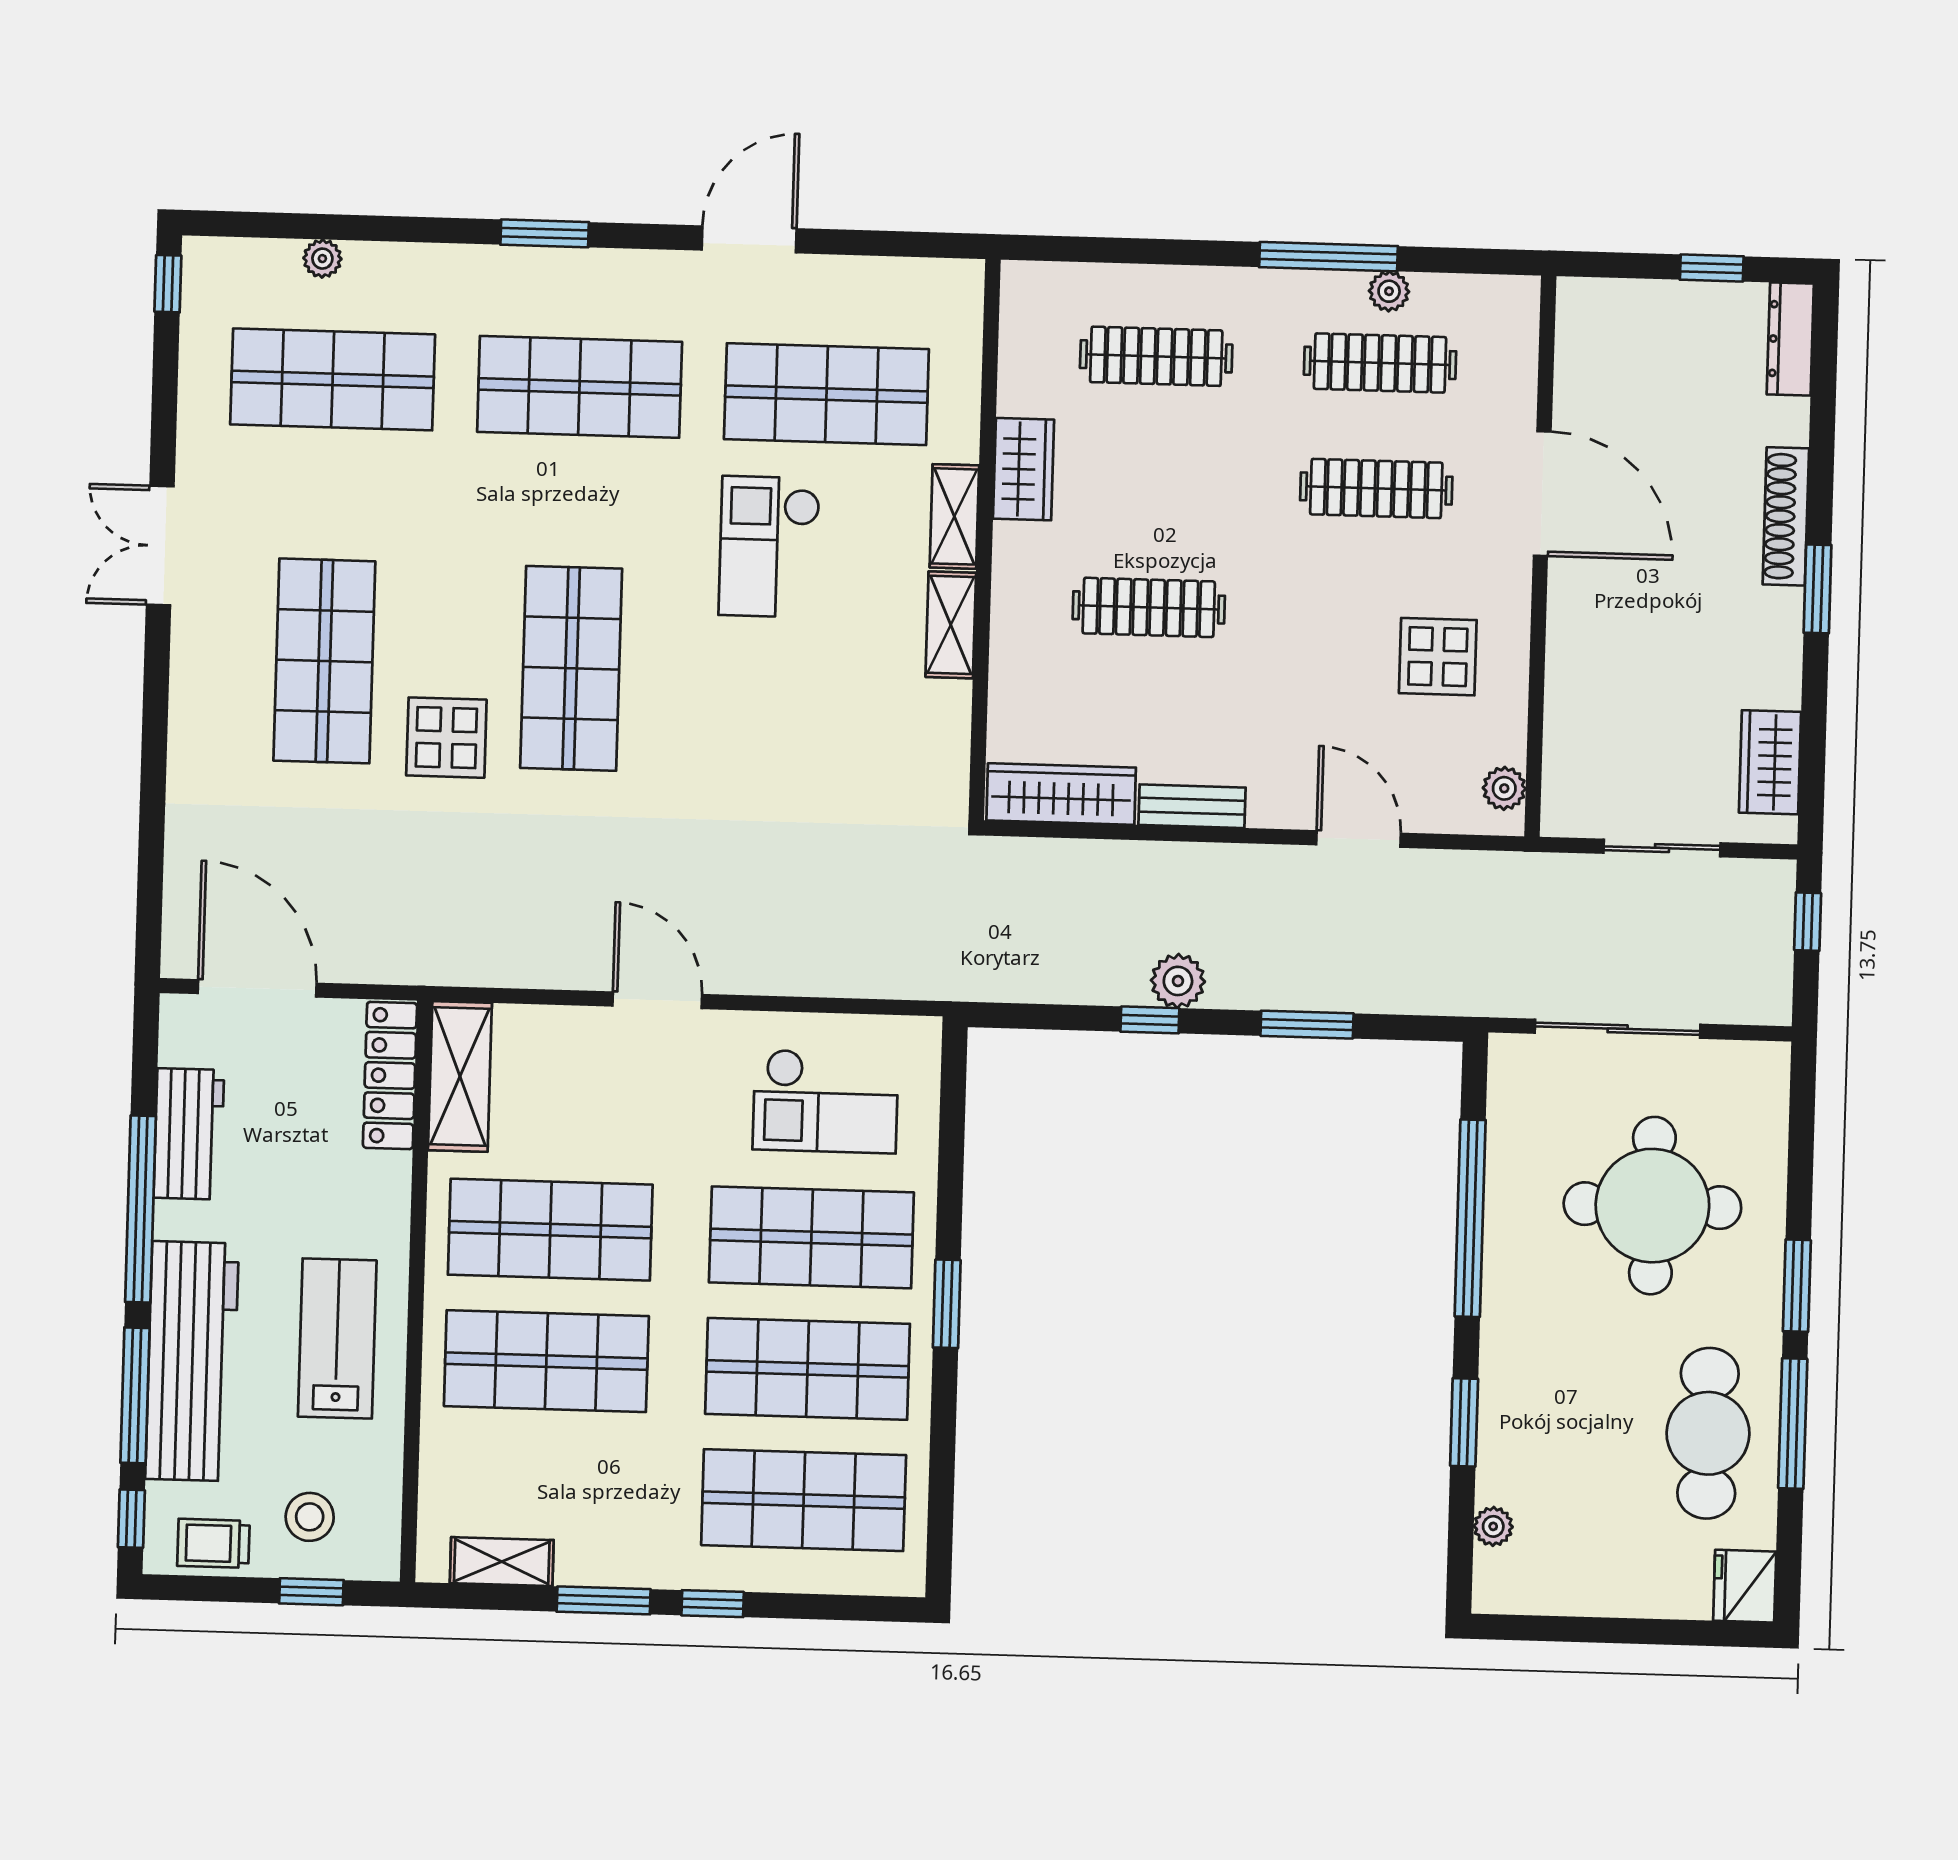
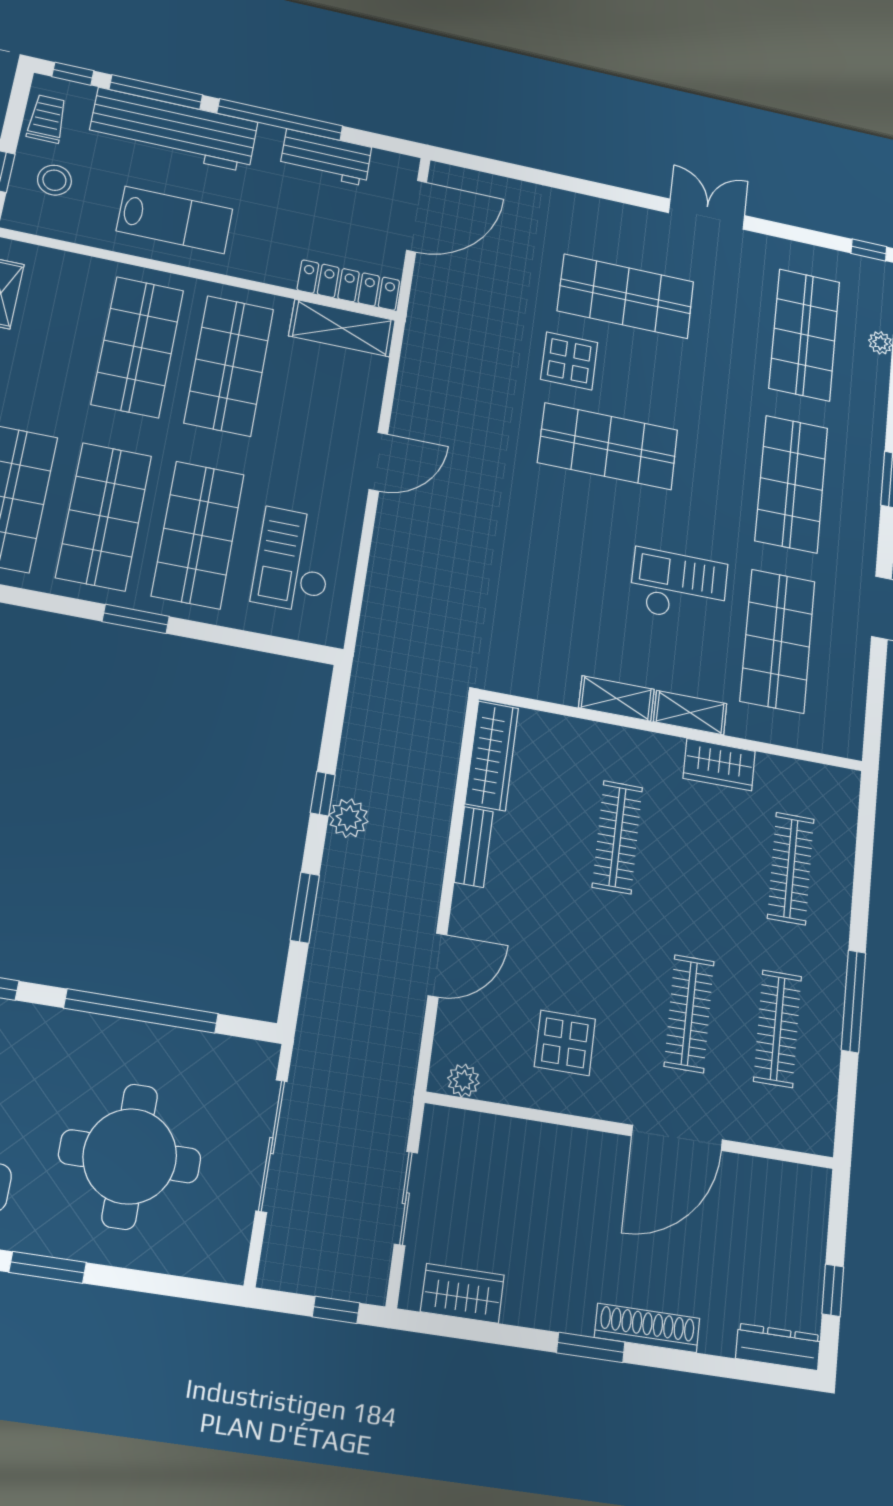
plant: (1389, 291) -> (827, 1042), removed

